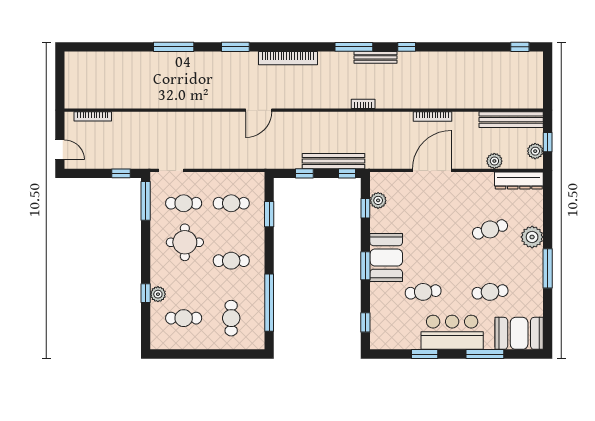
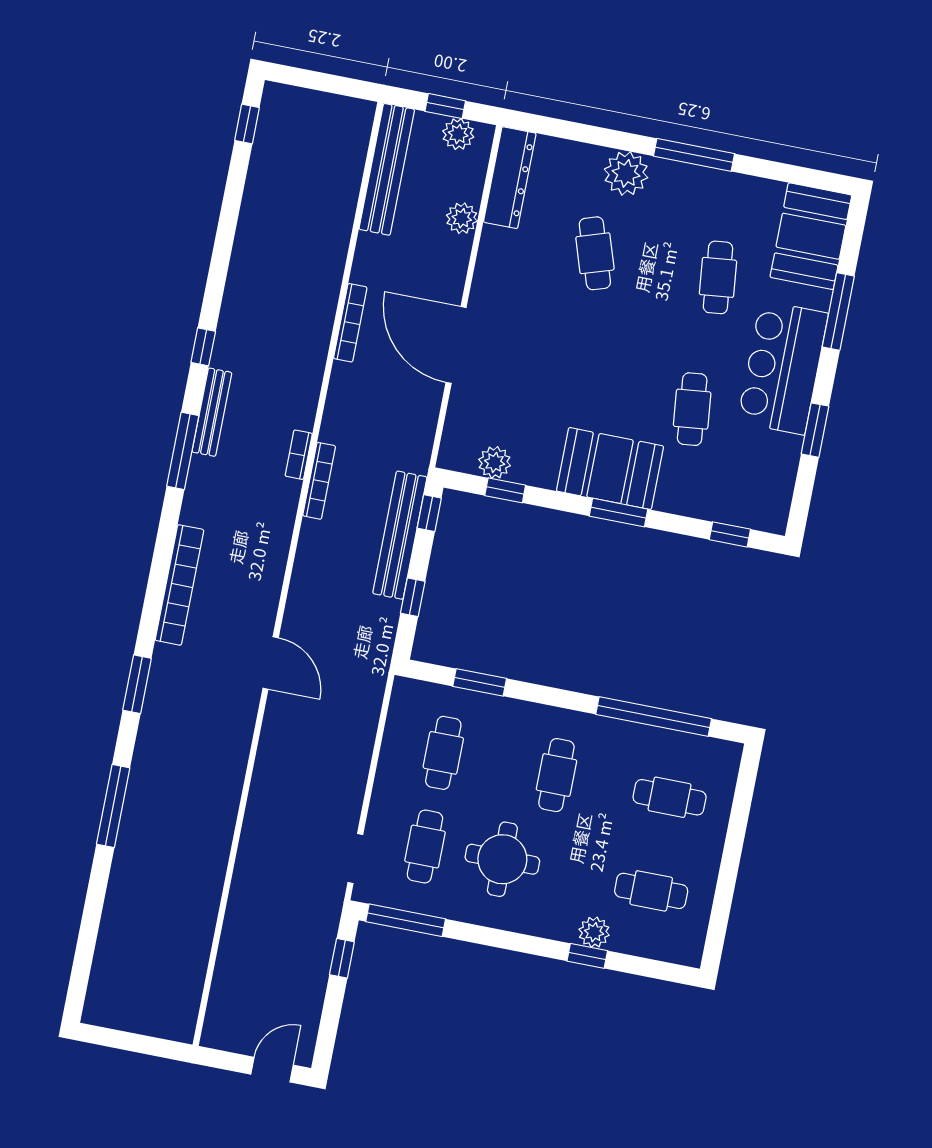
bookcase: (93, 116) -> (319, 481), moved
cafe table: (184, 318) -> (651, 891), turned 90

